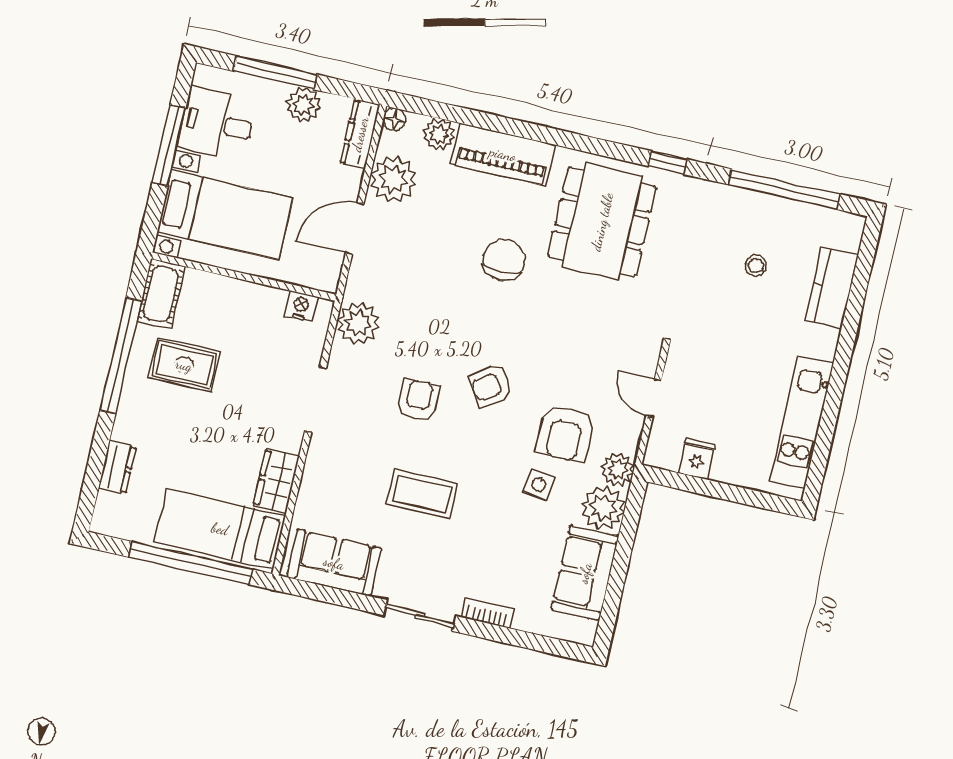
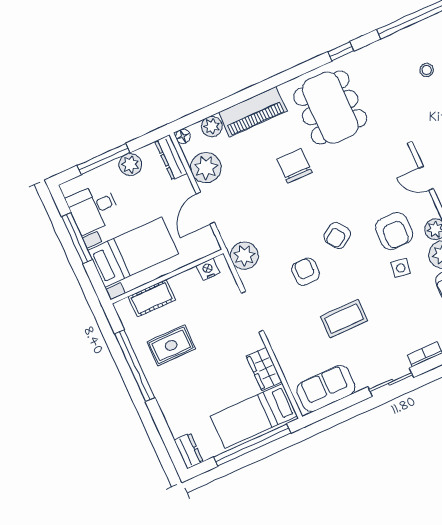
cot: (161, 294) -> (152, 298), moved, turned 90
dresser: (117, 467) -> (189, 451), moved

